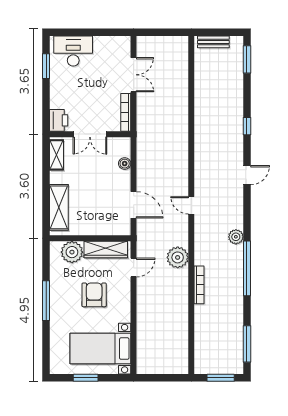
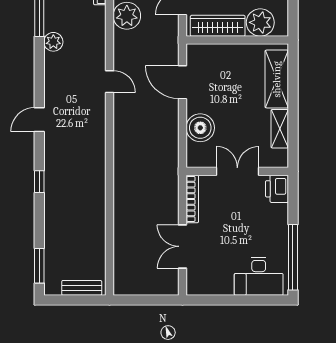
window: (46, 66) -> (293, 257), width x2.11
shelving: (57, 155) -> (280, 129), moved
boiler: (125, 164) -> (200, 128), width x1.86, depth x1.86

